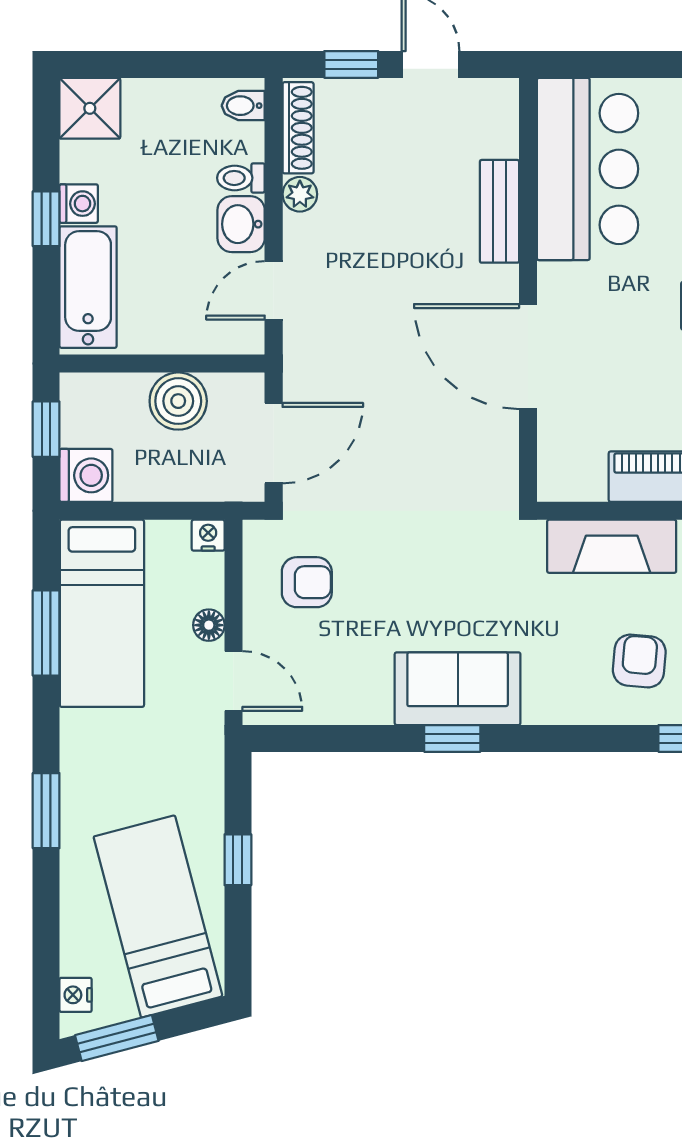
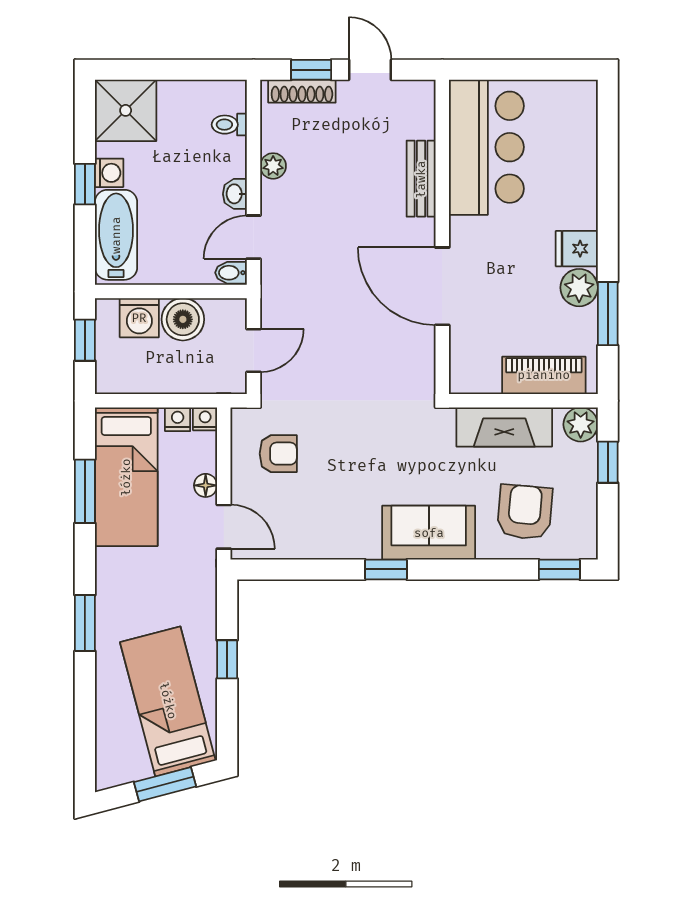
bidet: (243, 106) -> (231, 273), moved
shower: (90, 108) -> (126, 110), width x1.36, depth x1.36
shoe rack: (298, 128) -> (302, 91), moved, turned 90
toilet: (241, 178) -> (229, 125), moved
washbasin: (241, 224) -> (235, 194), width x0.72, depth x0.69
door: (274, 443) -> (254, 351), width x0.73
washing machine: (86, 475) -> (139, 318), moved, turned 90
armchair: (639, 661) -> (525, 512), width x1.38, depth x1.38
sofa: (458, 689) -> (429, 533), moved
nightstand: (76, 995) -> (178, 419), moved, turned 90
window: (117, 1038) -> (165, 784), moved

